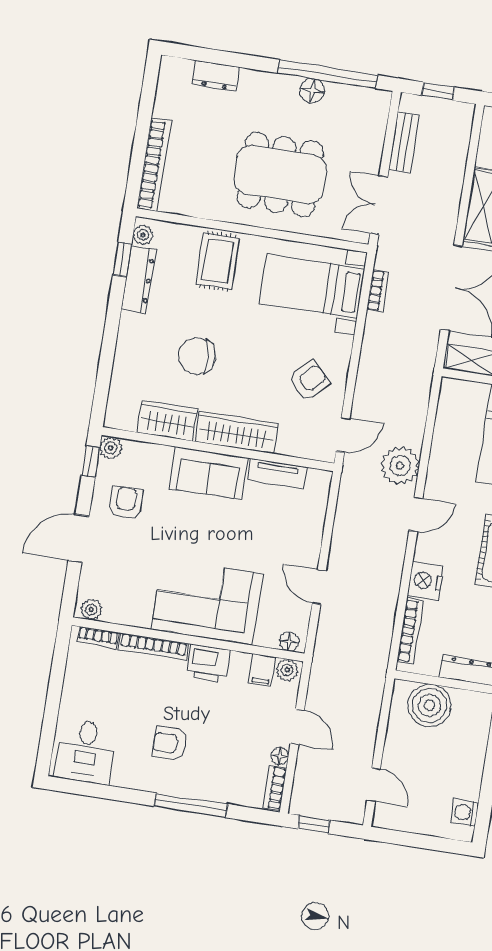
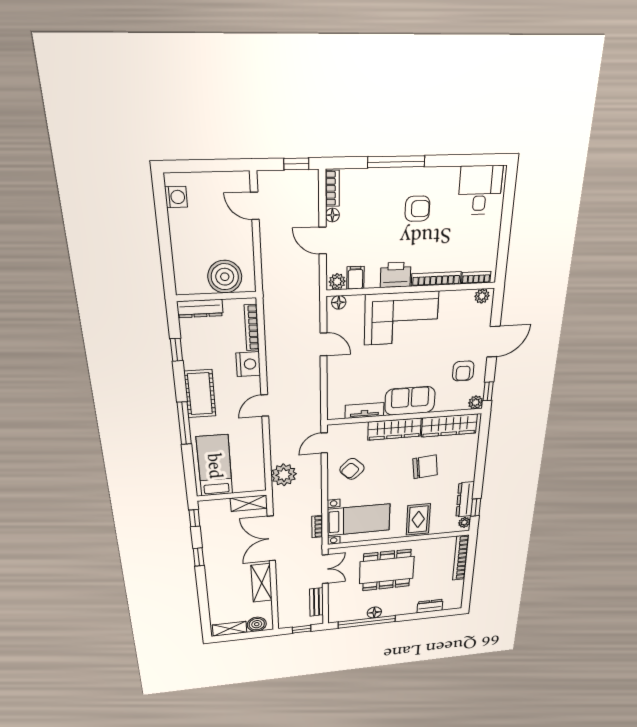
wardrobe: (167, 421) -> (449, 426), width x1.50
plant: (400, 466) -> (284, 475), moved

